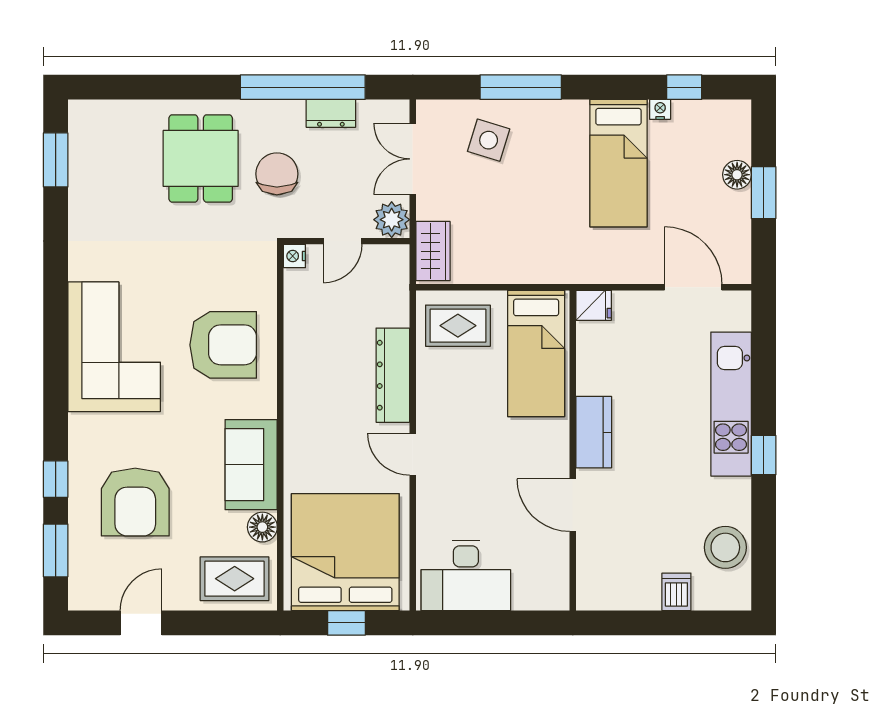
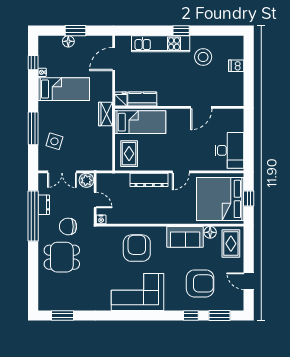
wardrobe: (433, 251) -> (106, 114), moved, turned -90
kitchen counter: (594, 432) -> (142, 99), moved
stool: (725, 547) -> (203, 57), moved

